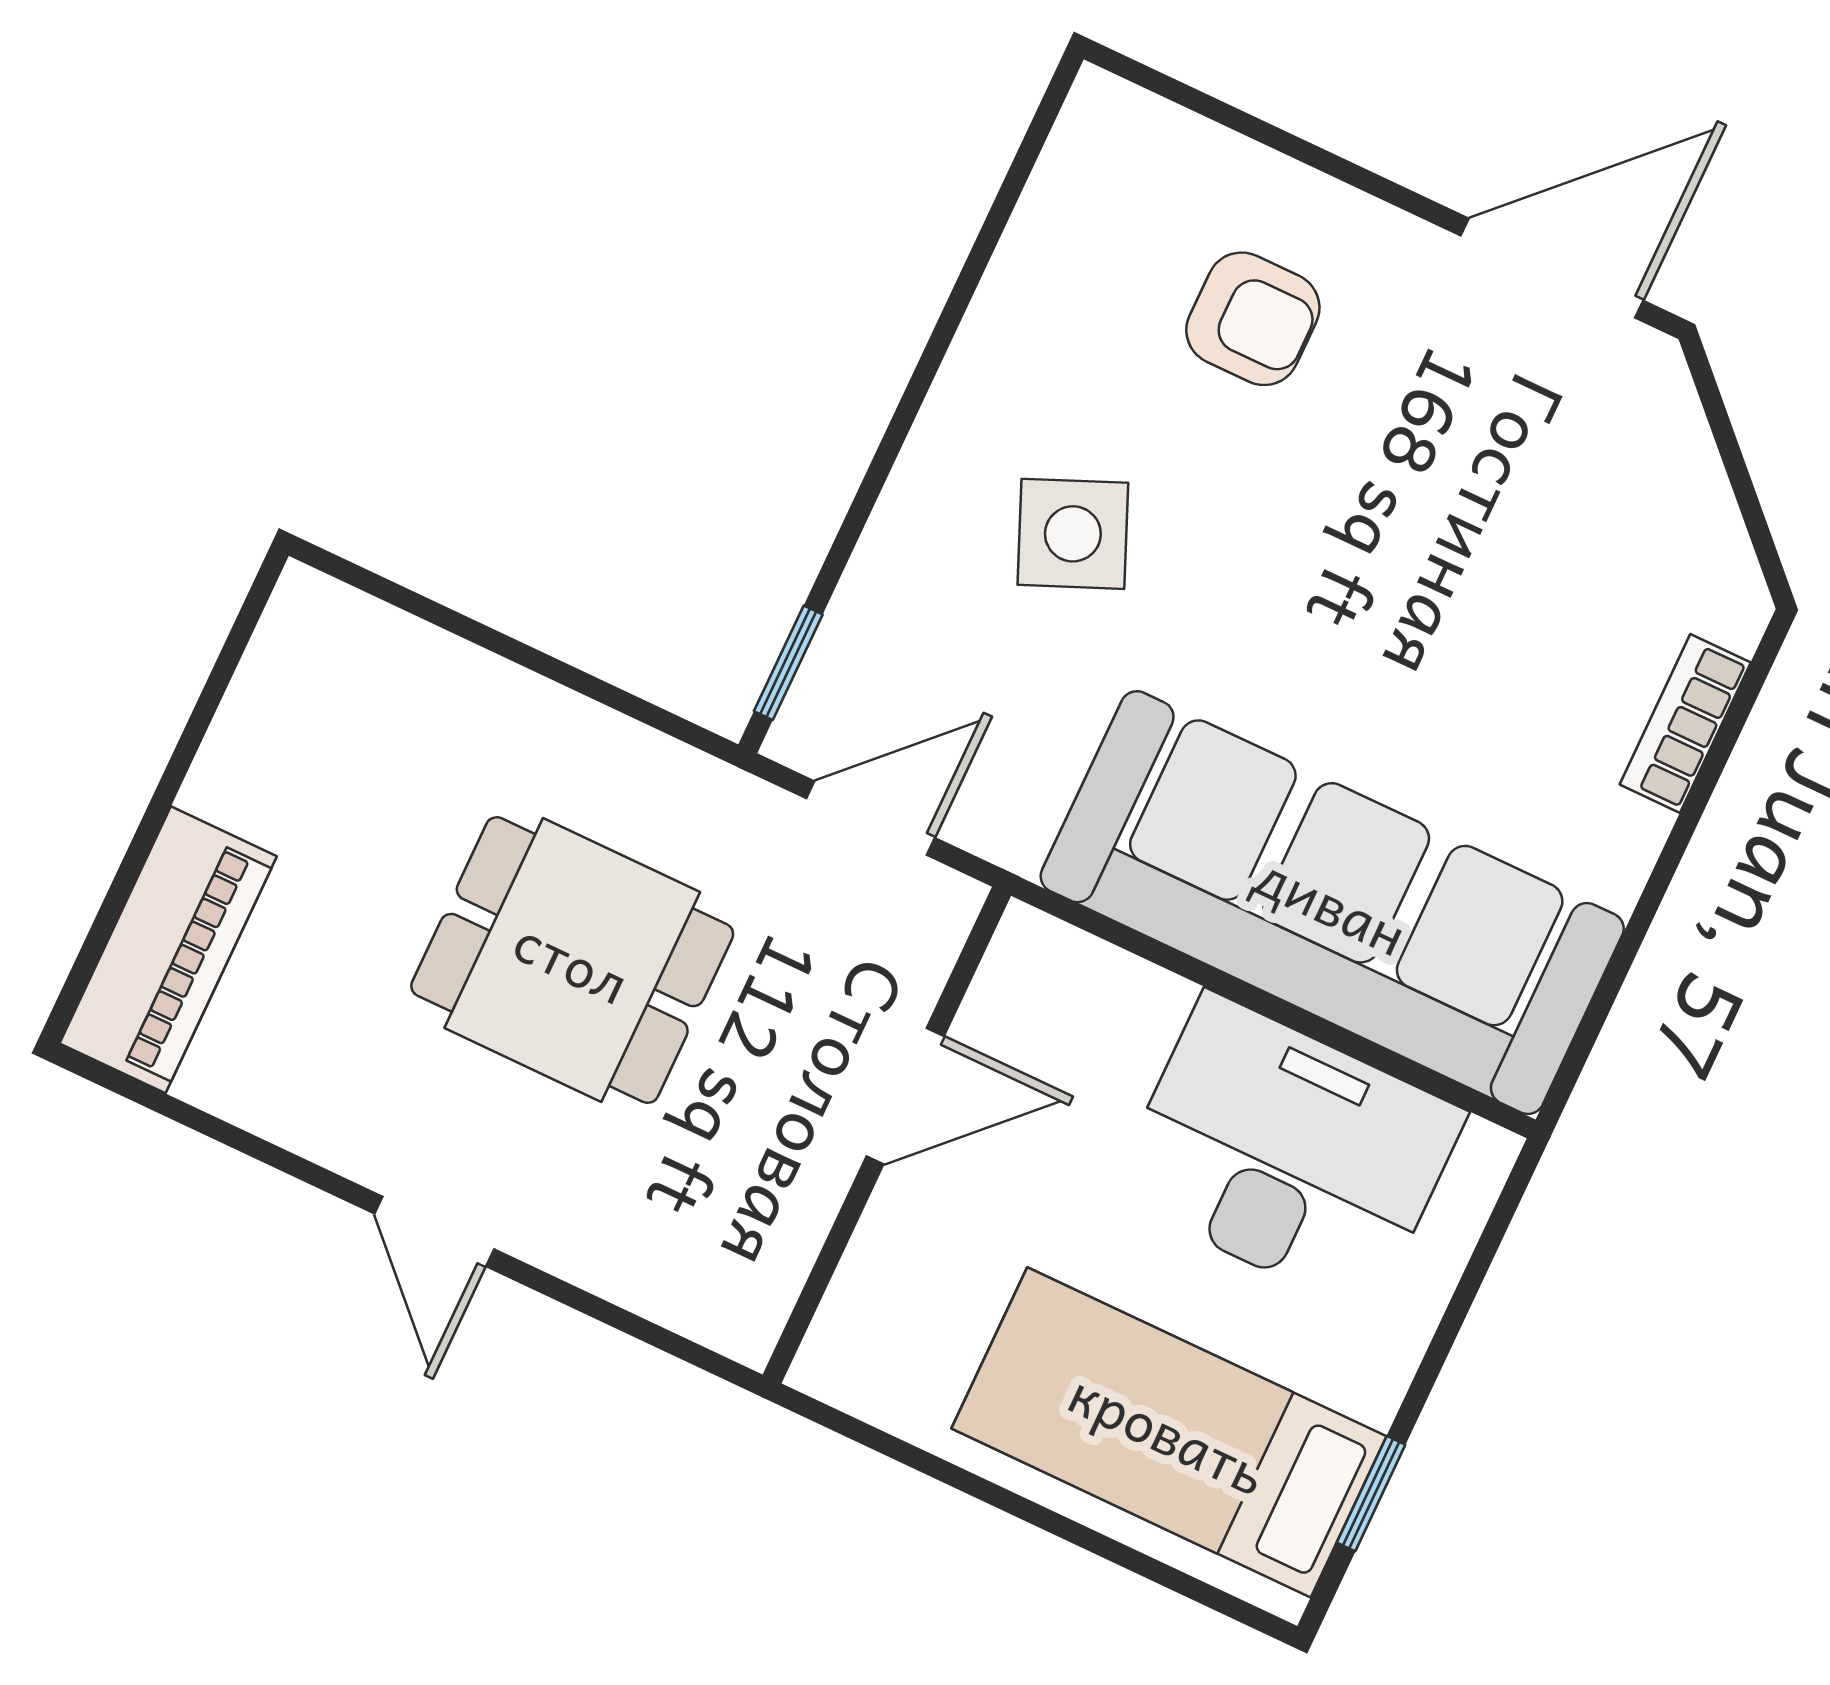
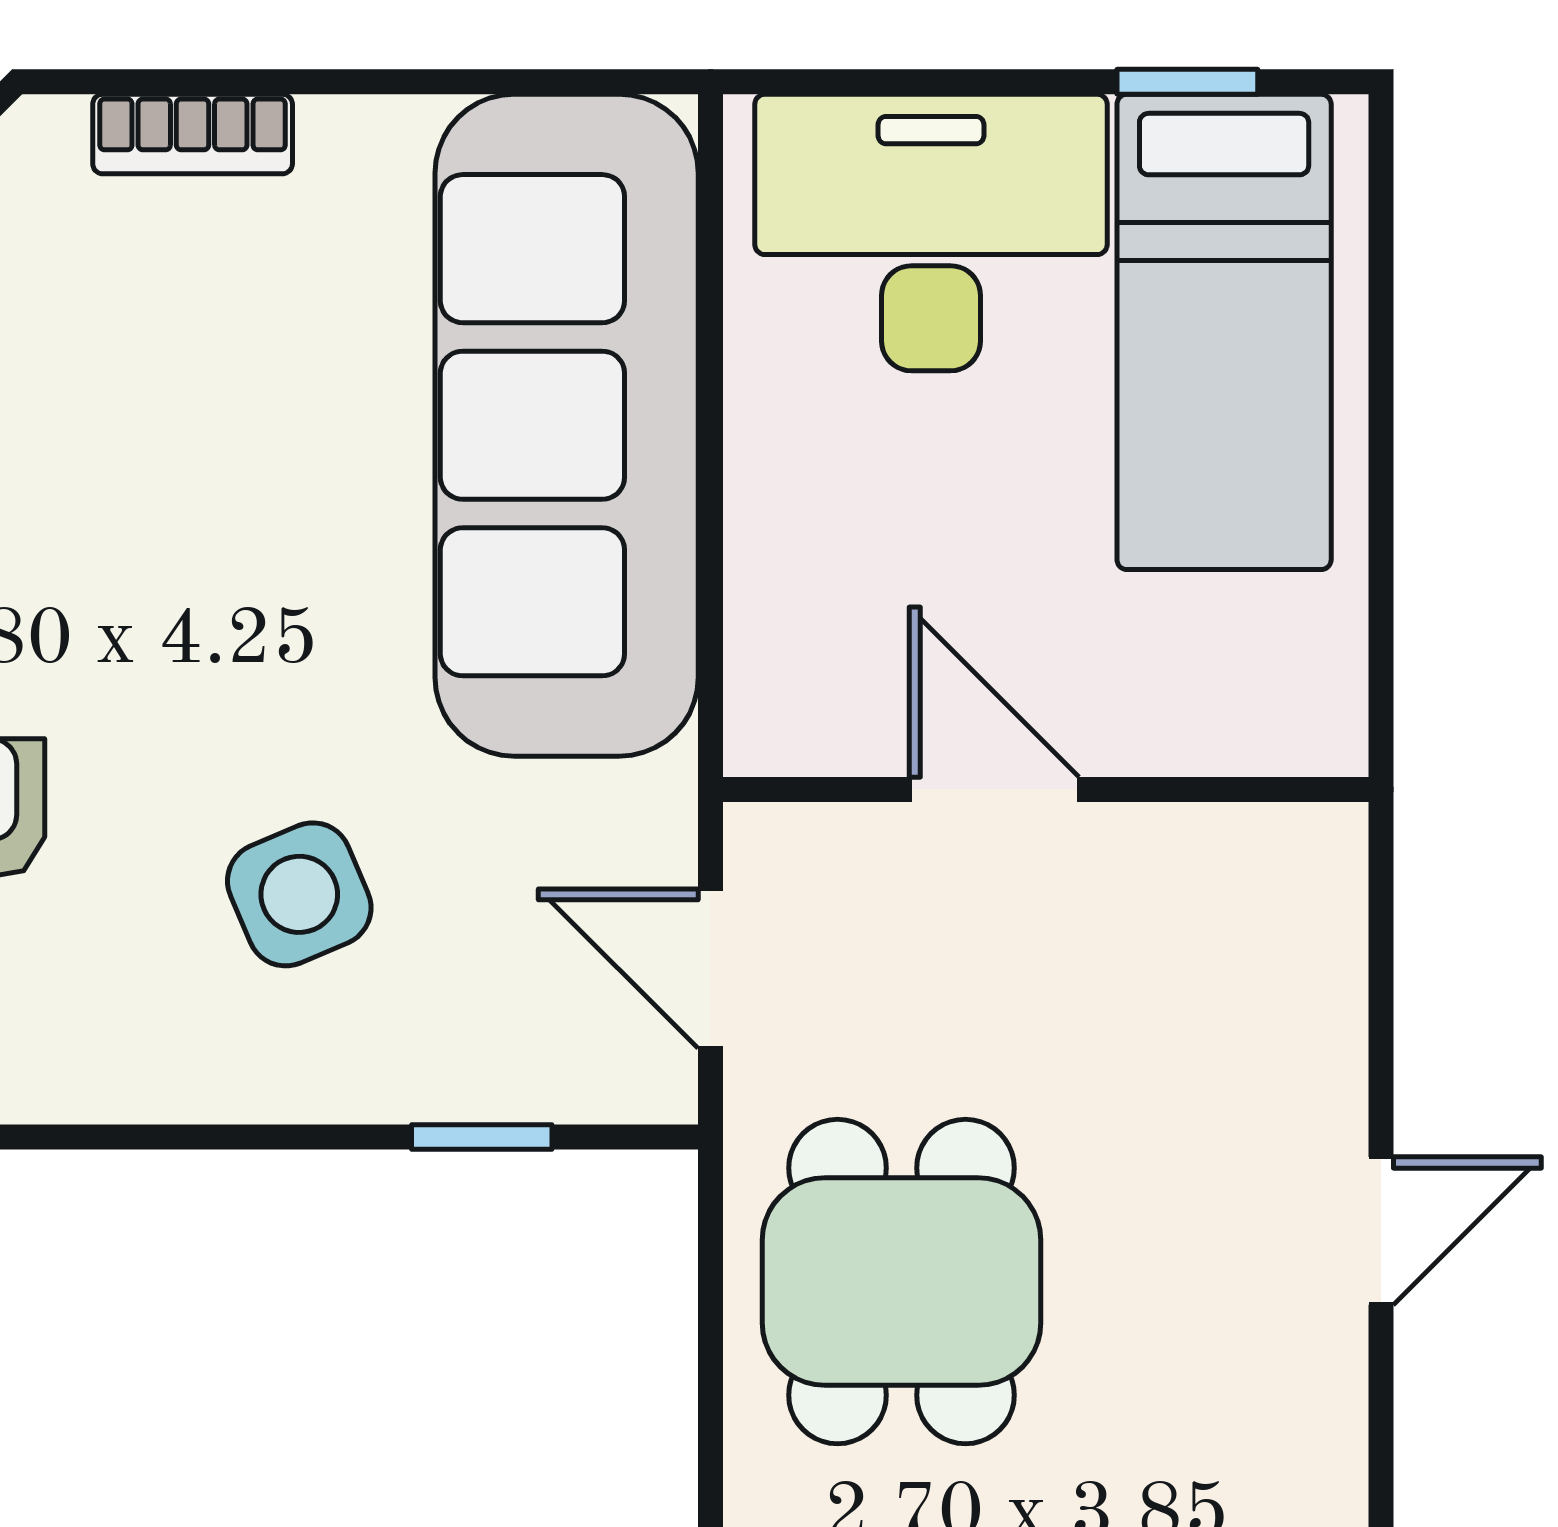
window: (788, 663) -> (482, 1137), moved
dining table: (572, 960) -> (901, 1282), moved
desk: (1288, 1154) -> (931, 232), moved, turned 90

